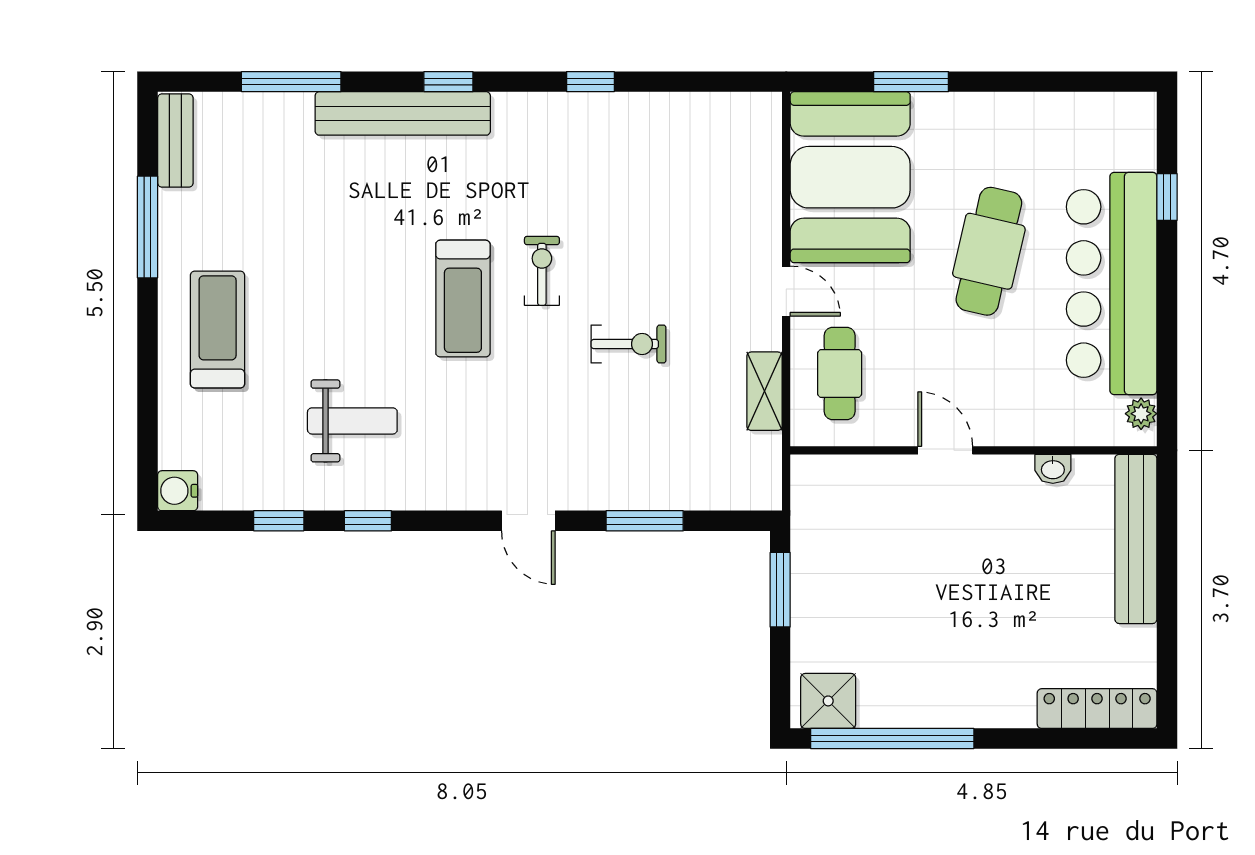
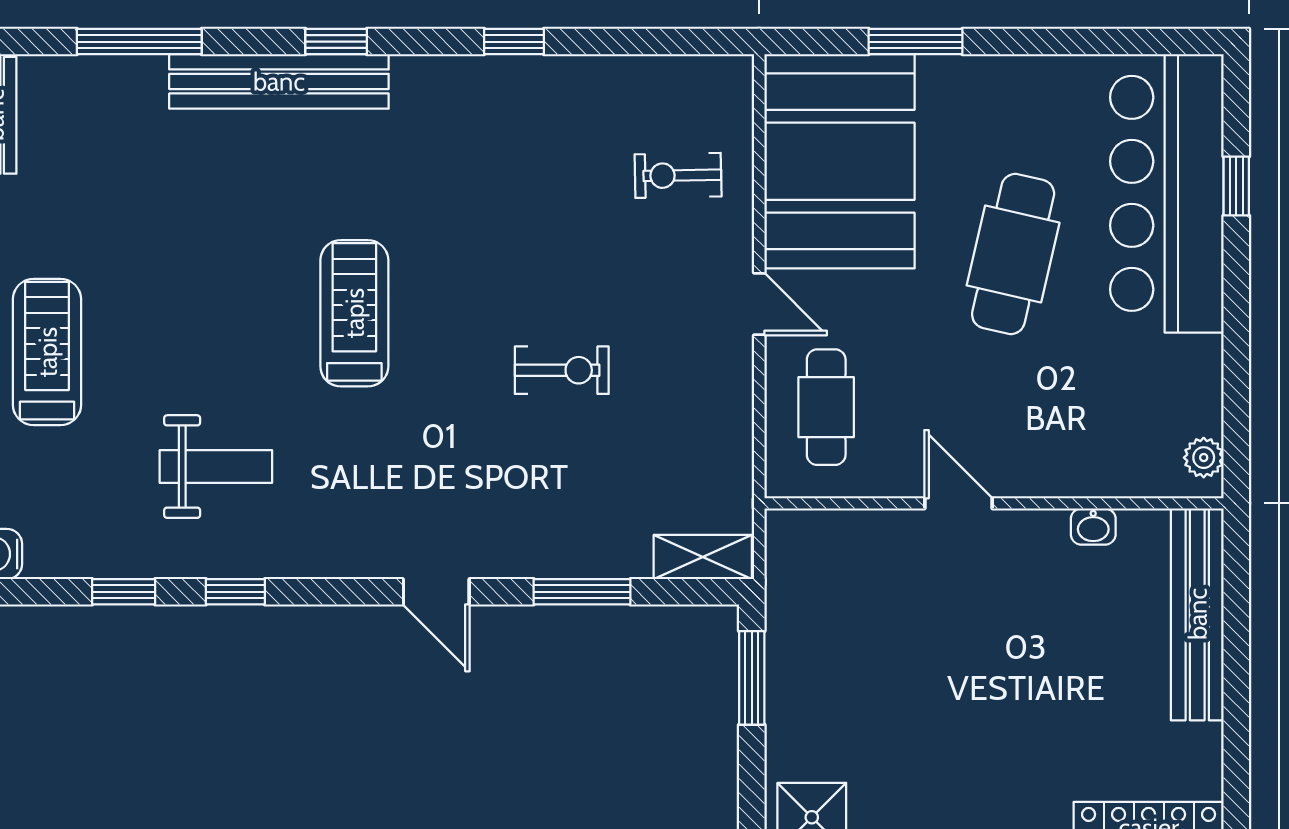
exercise bike: (542, 271) -> (678, 175), moved, turned -91
bar counter: (1112, 283) -> (1167, 193), moved
treadmill: (463, 299) -> (354, 313), turned 180
shelving: (765, 391) -> (703, 557), moved, turned 90

